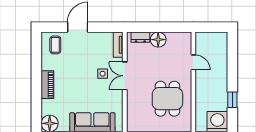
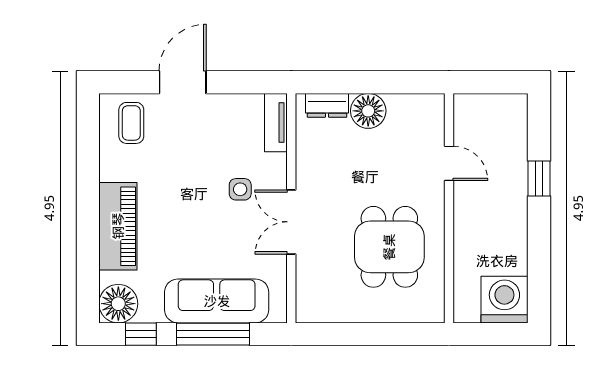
double door: (125, 76) -> (291, 222), moved
piano: (47, 85) -> (118, 226), width x1.37, depth x1.33
window: (232, 100) -> (539, 178), moved

